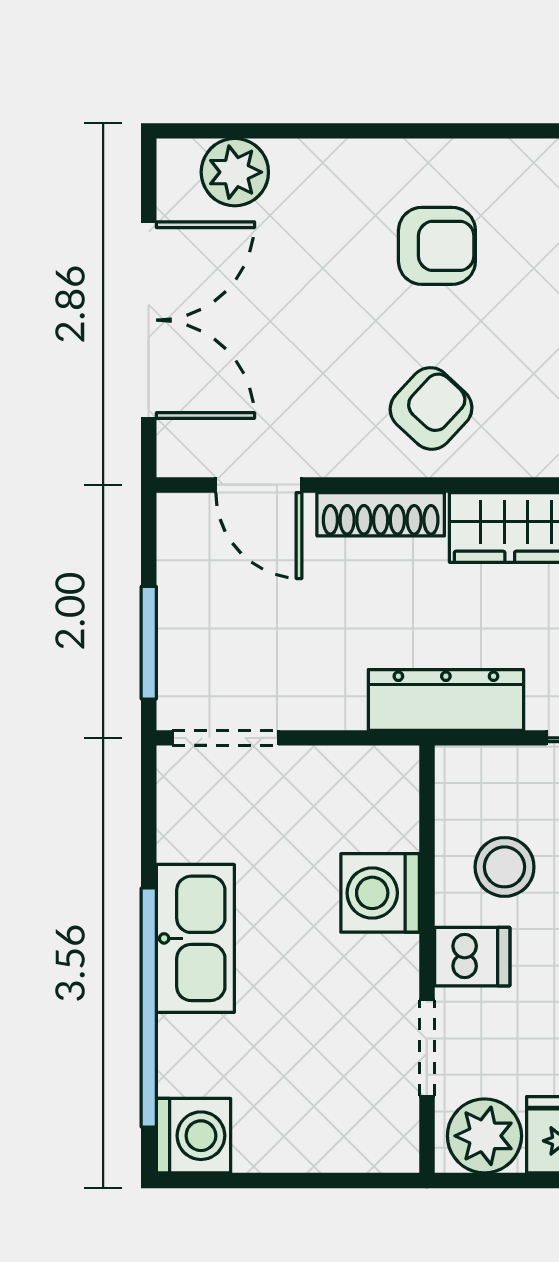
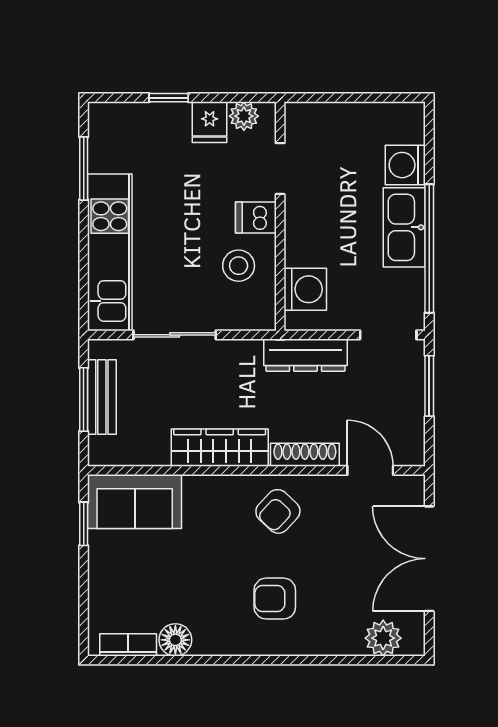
dresser: (446, 700) -> (305, 355), moved
washing machine: (380, 893) -> (305, 289), moved
window: (149, 1008) -> (429, 249), moved
washing machine: (194, 1136) -> (405, 165), moved
plant: (484, 1136) -> (244, 116), width x0.73, depth x0.73

